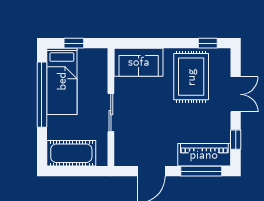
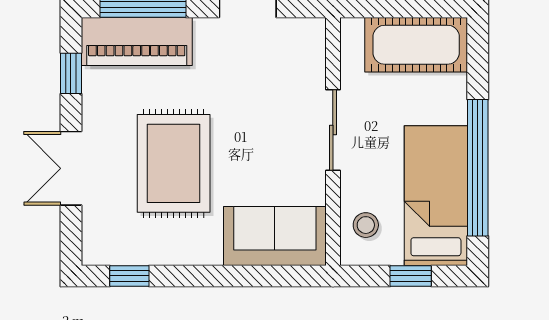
stool: (95, 67) -> (366, 225), added
rug: (191, 77) -> (174, 163), moved

